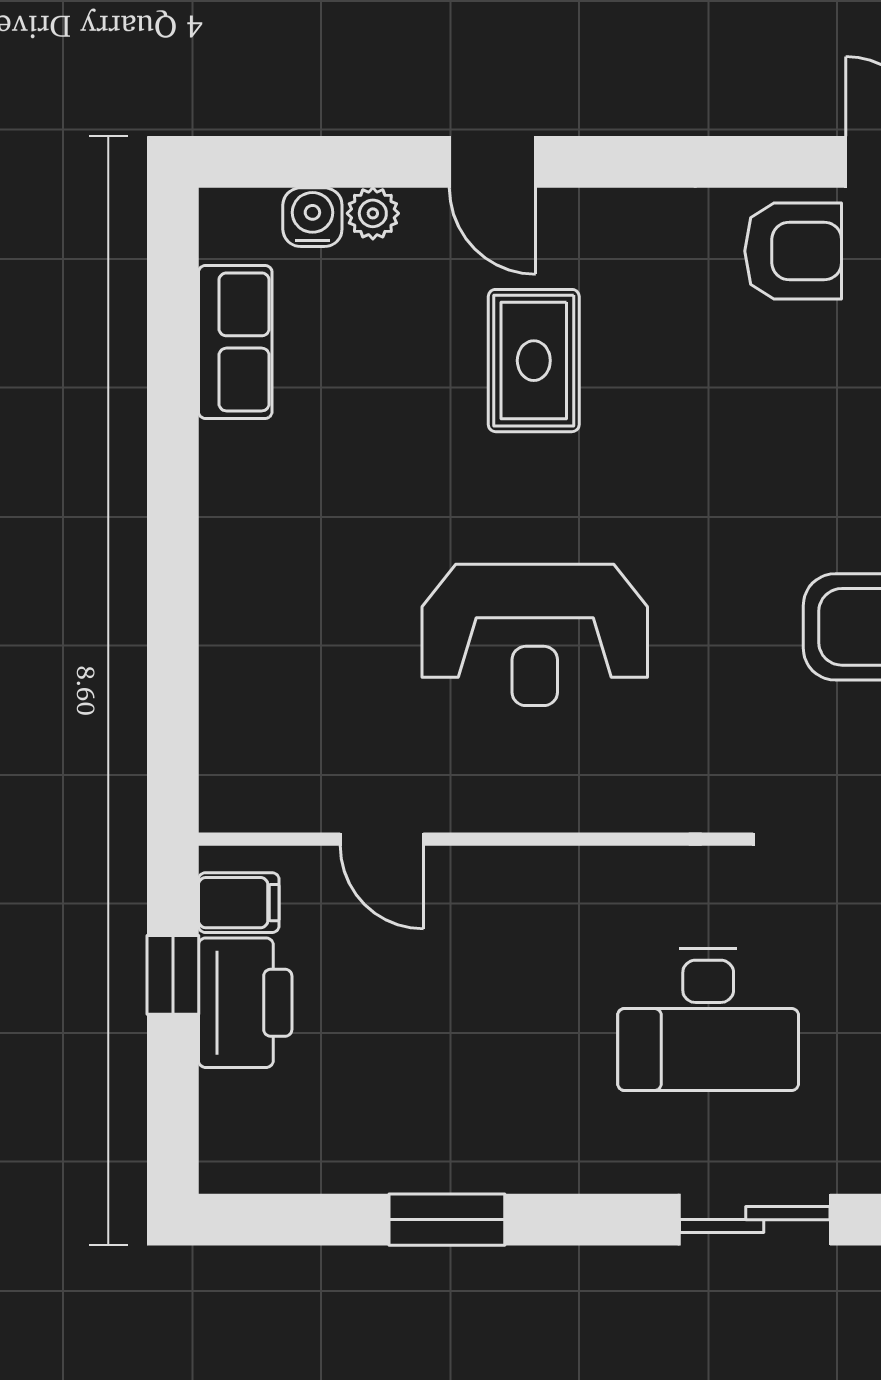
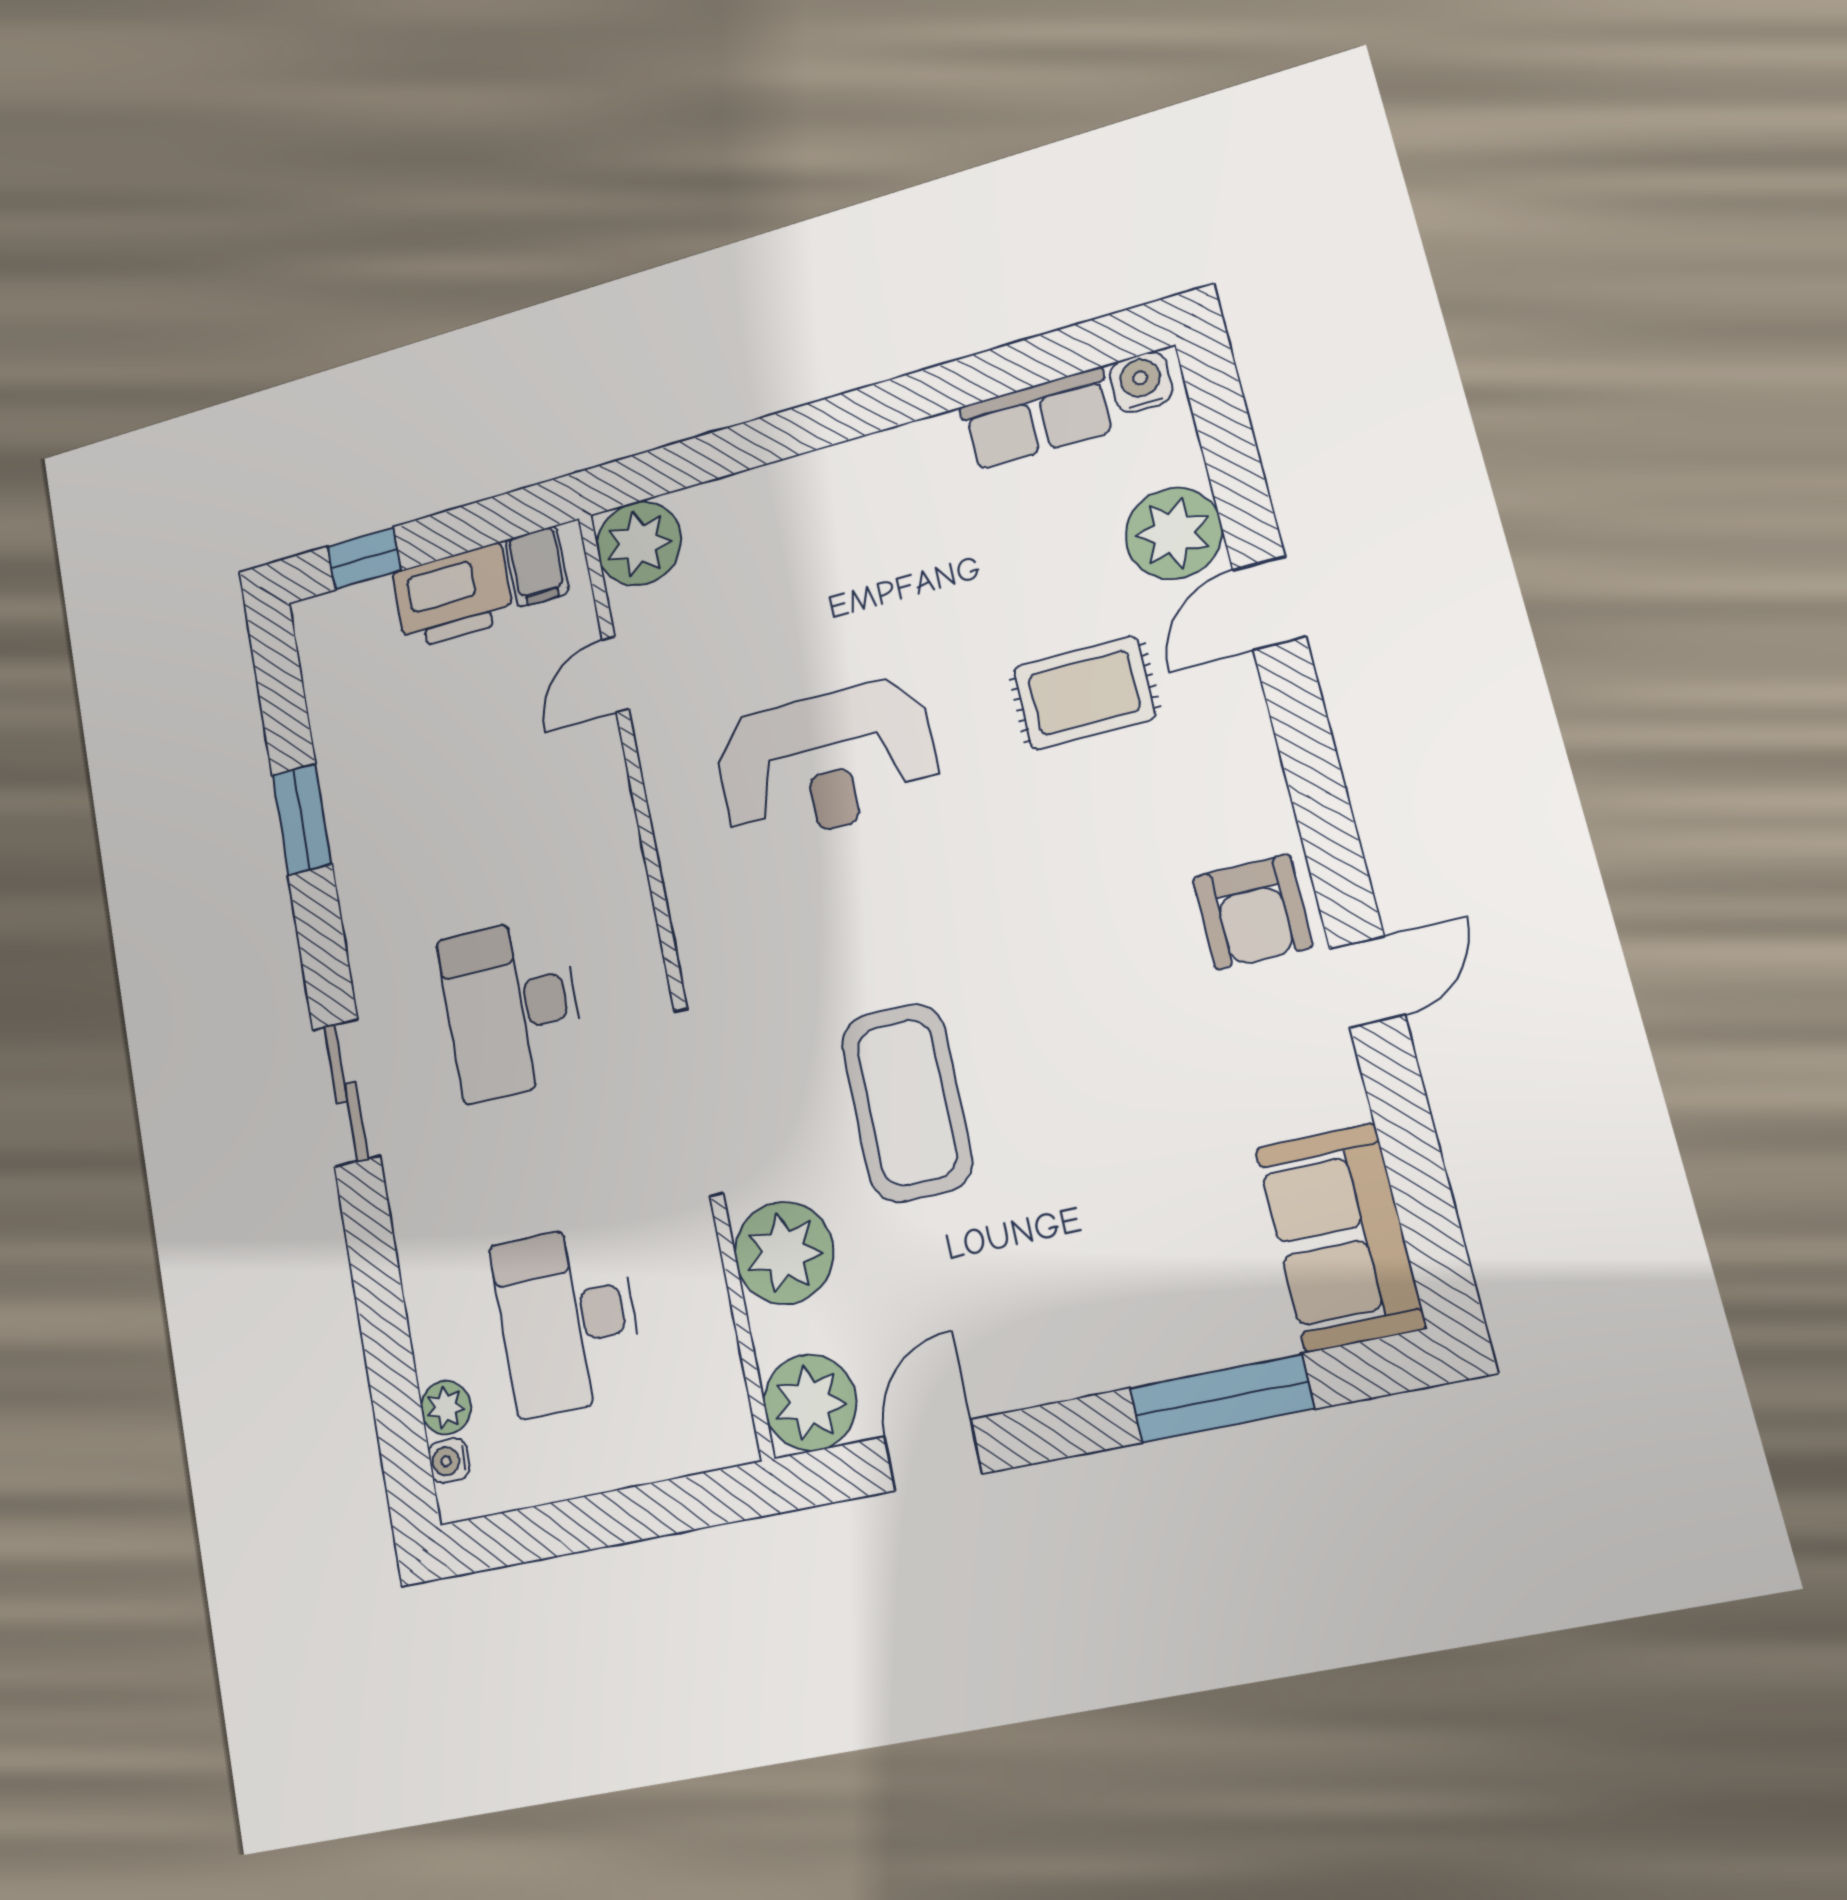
plant: (373, 213) -> (1174, 533), width x1.88, depth x1.88
water cooler: (312, 217) -> (1141, 382), moved, turned -90
reception desk: (535, 635) -> (826, 762), turned -90
plant: (246, 786) -> (639, 543), added
window: (173, 975) -> (364, 558), moved

